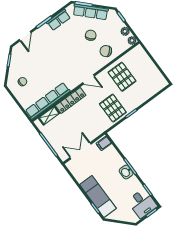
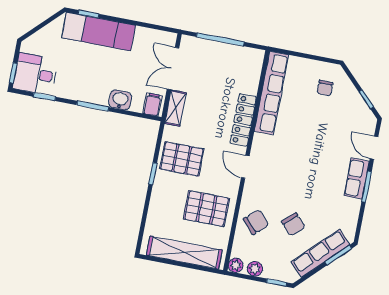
row of seats: (58, 20) -> (357, 178), moved
shelving: (149, 67) -> (184, 253), added
door: (89, 79) -> (245, 167), hinge flipped
shelving: (49, 116) -> (175, 108), moved
double door: (80, 151) -> (173, 68), swing flipped
washbasin: (126, 172) -> (120, 100), moved

